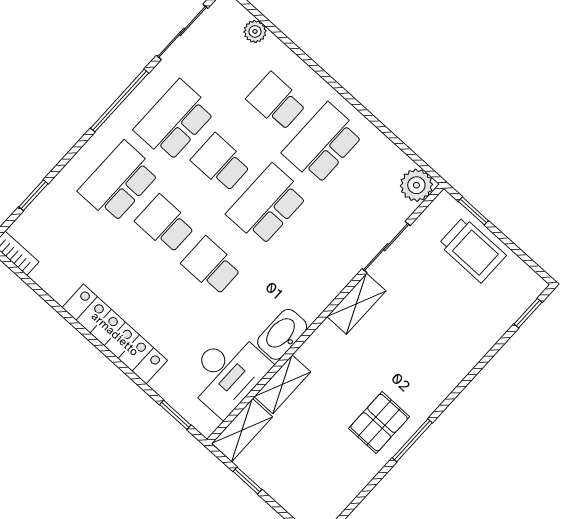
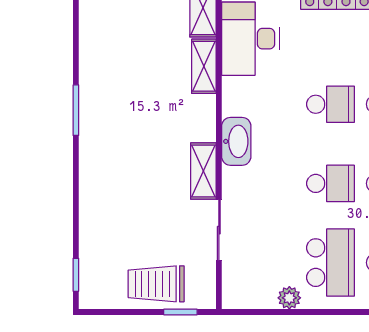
plant: (416, 185) -> (289, 298), moved, width x0.73, depth x0.73
school desk: (267, 205) -> (330, 183), width x0.54
washbasin: (282, 334) -> (236, 141), moved
pallet: (379, 423) -> (111, 101), removed

